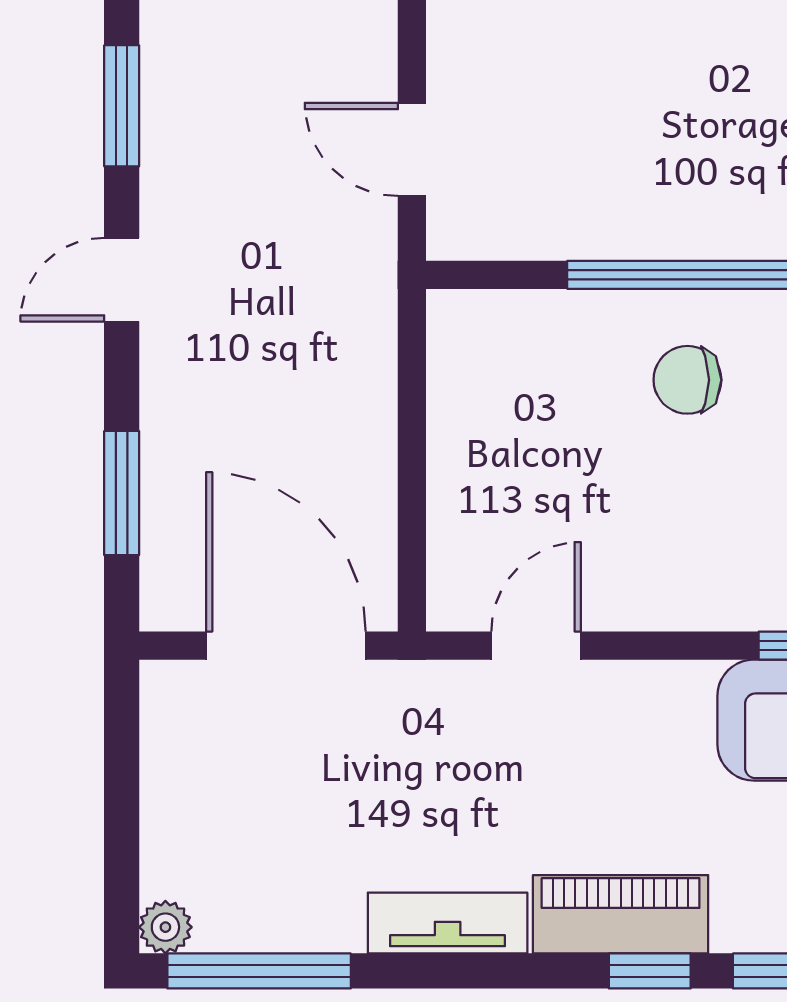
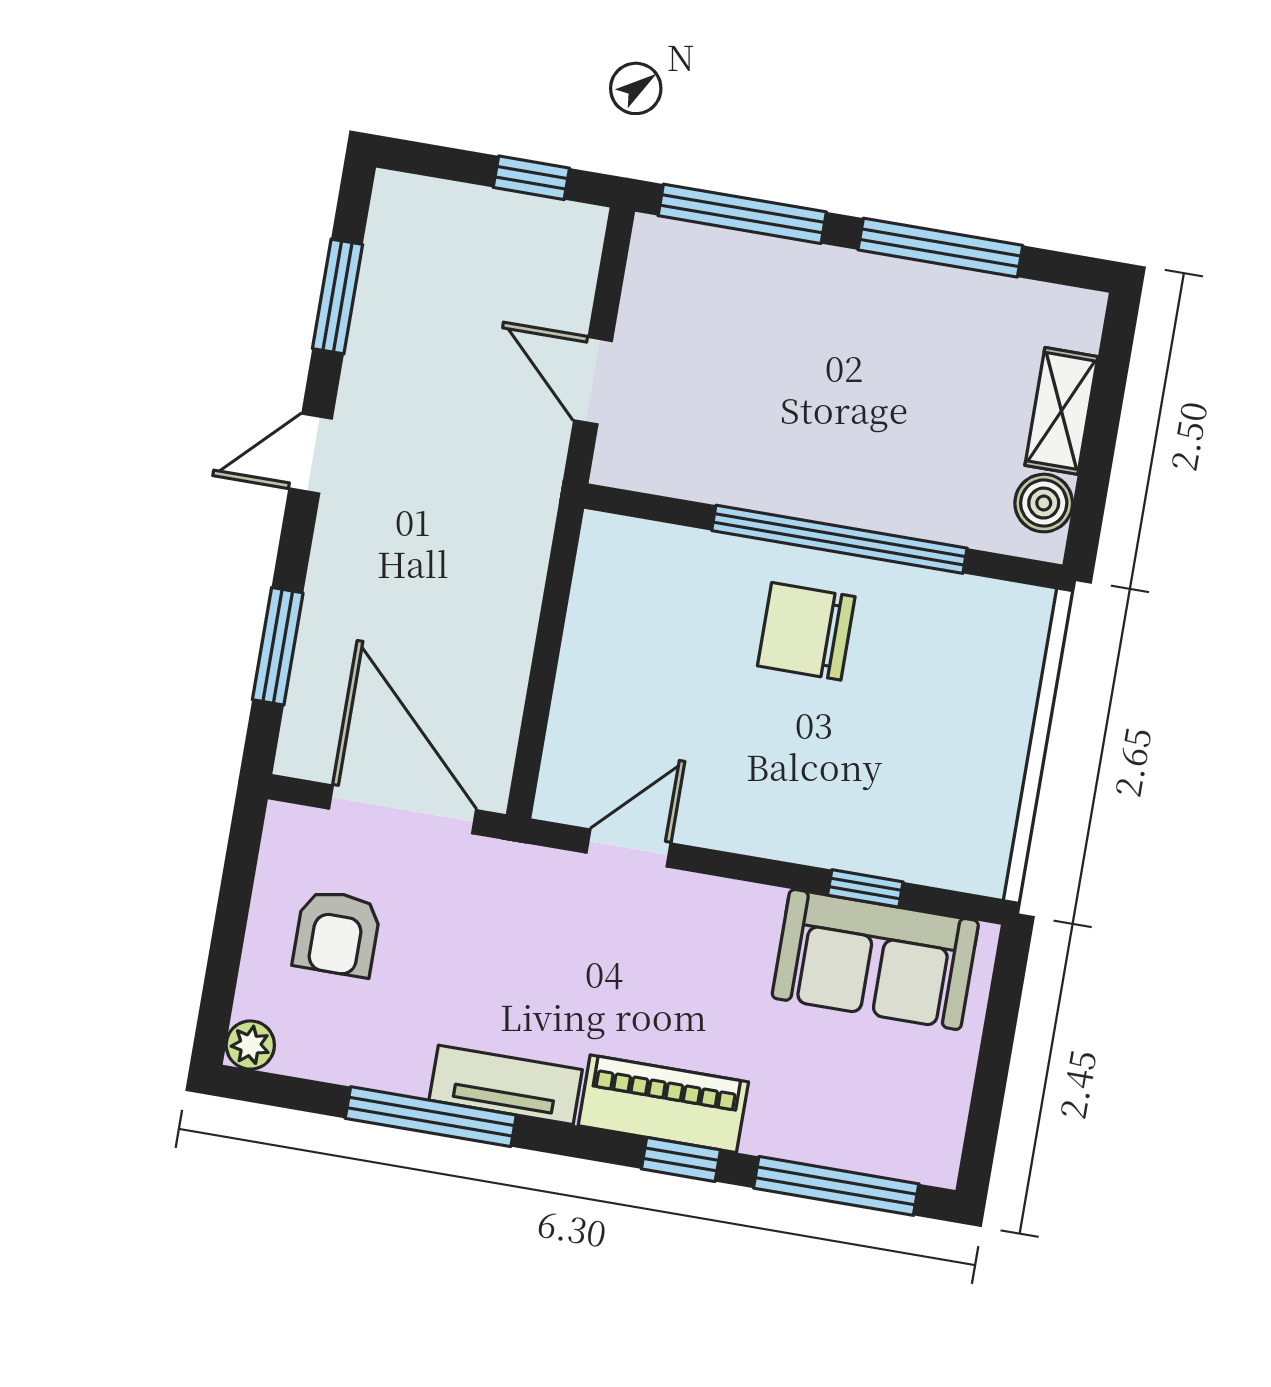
chair: (687, 380) -> (806, 631), width x1.37, depth x1.37
armchair: (238, 791) -> (337, 933), added
window: (259, 971) -> (431, 1117), moved

